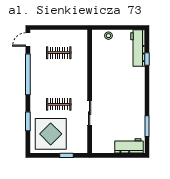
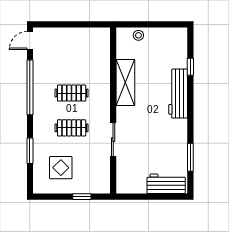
workbench: (138, 48) -> (178, 94), moved
clothes rail: (59, 53) -> (72, 93), moved
shelving: (99, 71) -> (125, 83), added
display table: (51, 134) -> (61, 168), width x0.54, depth x0.54

